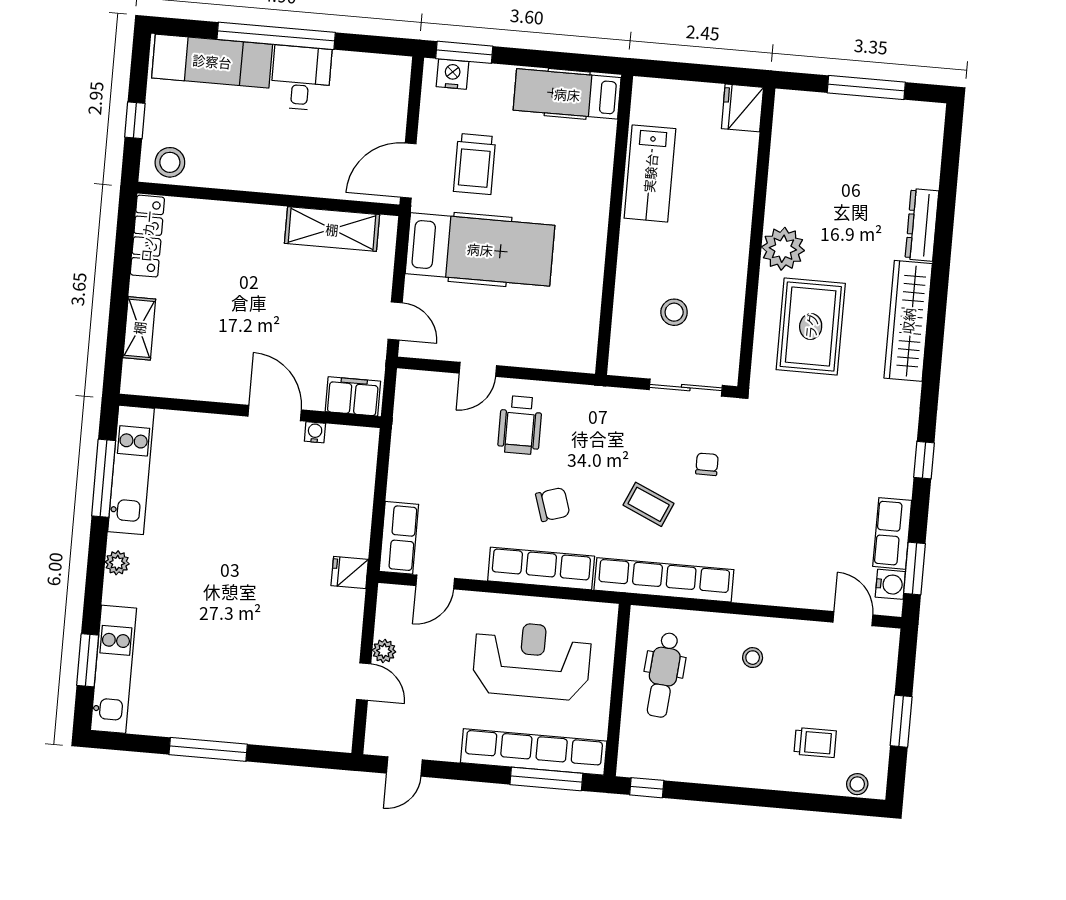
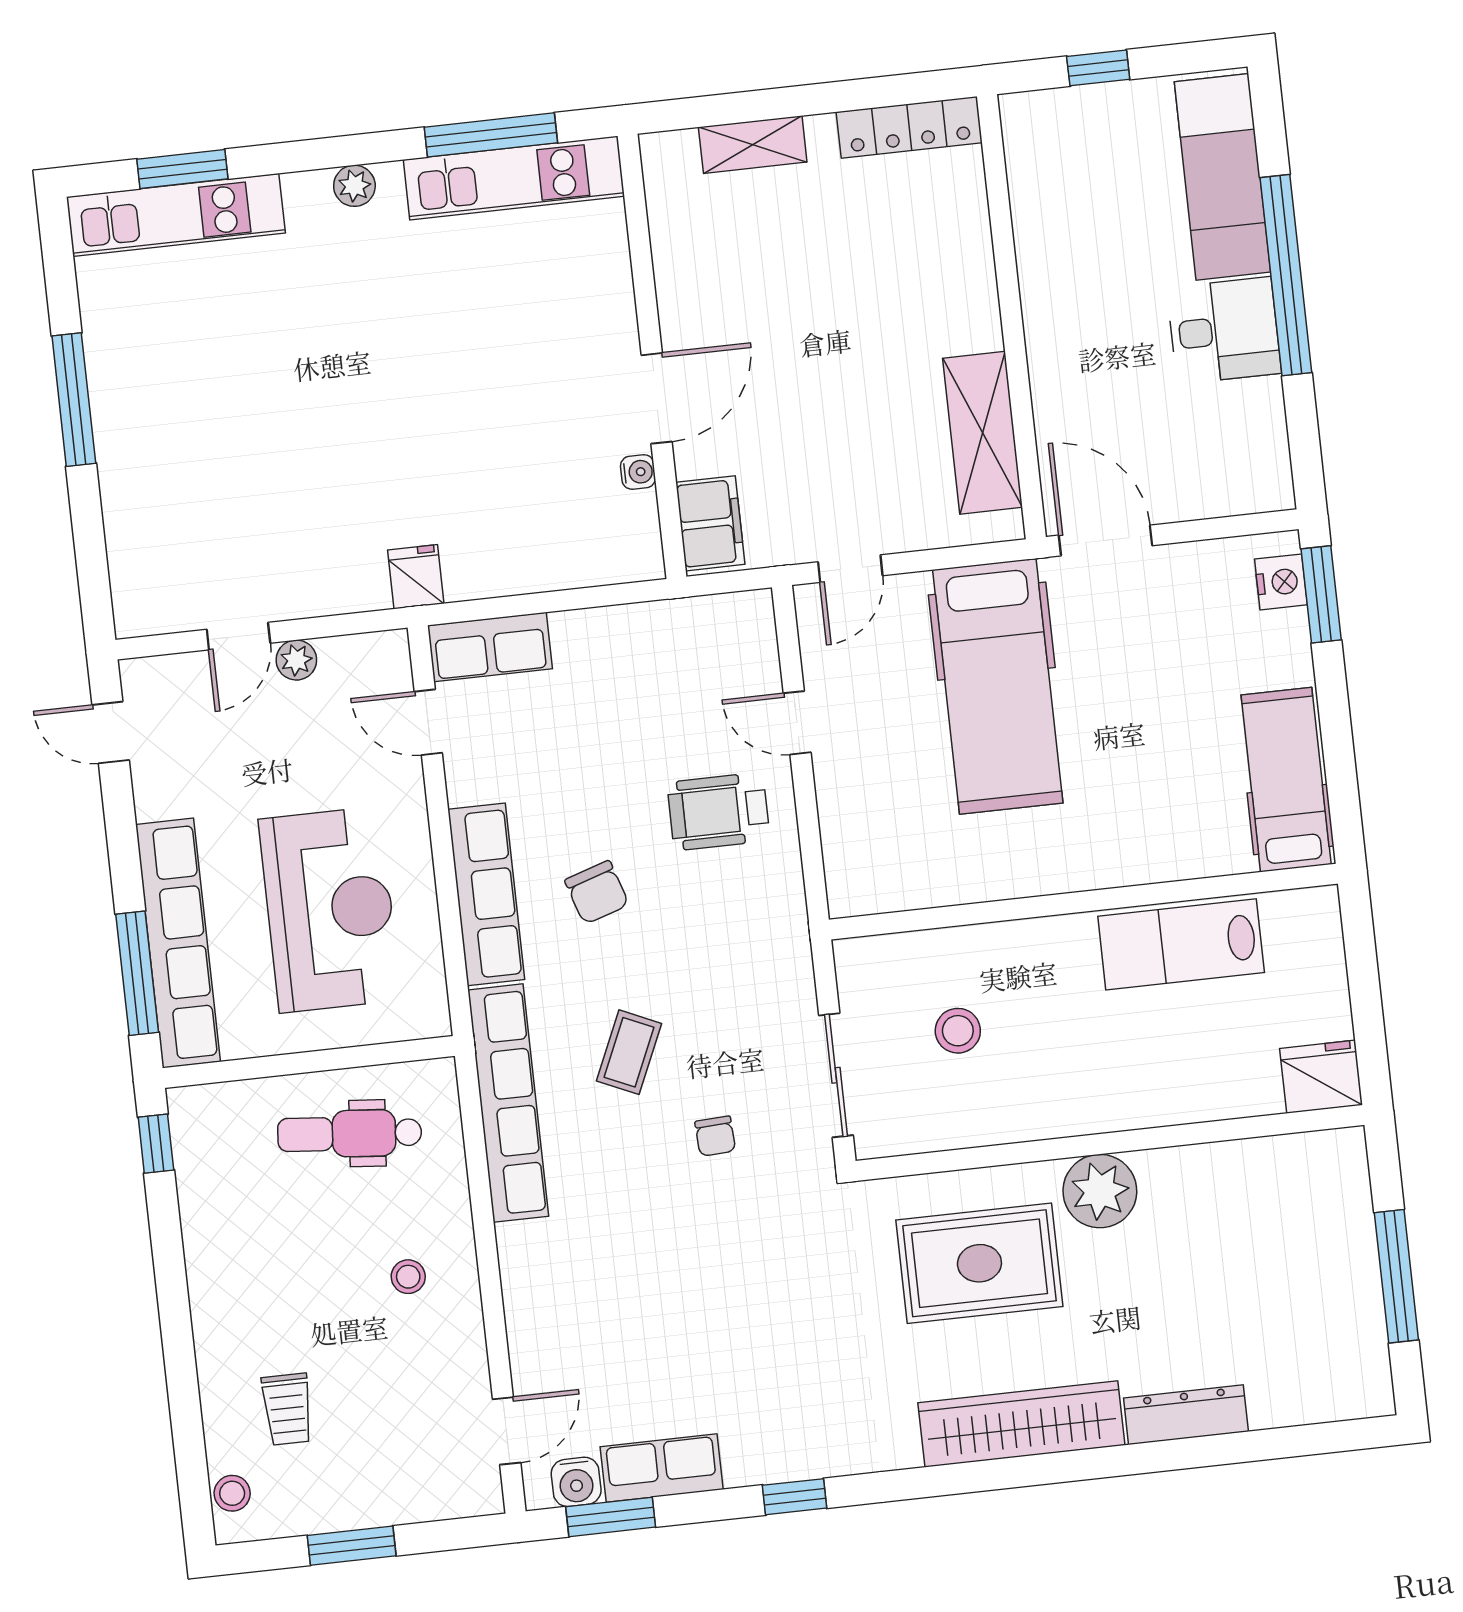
stool: (170, 162) -> (1040, 140), removed
trolley: (475, 164) -> (1138, 649), removed
chair: (707, 464) -> (715, 1136), turned 87

